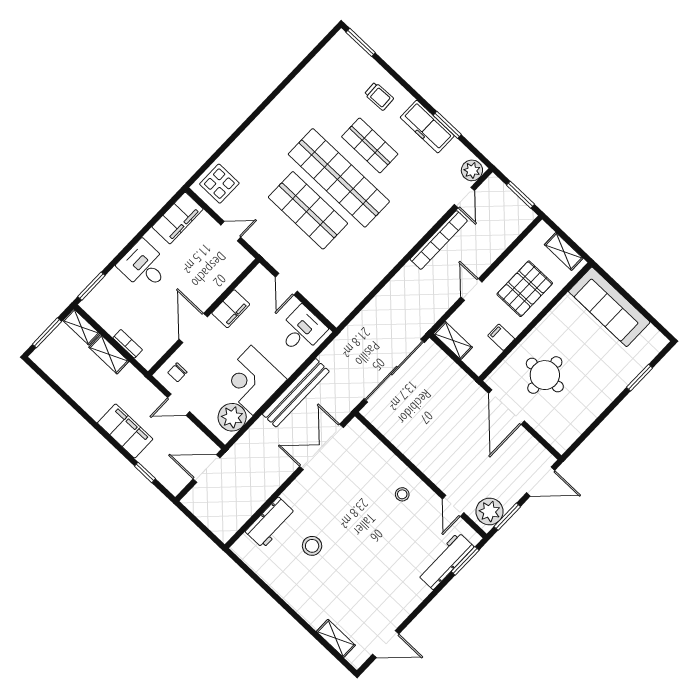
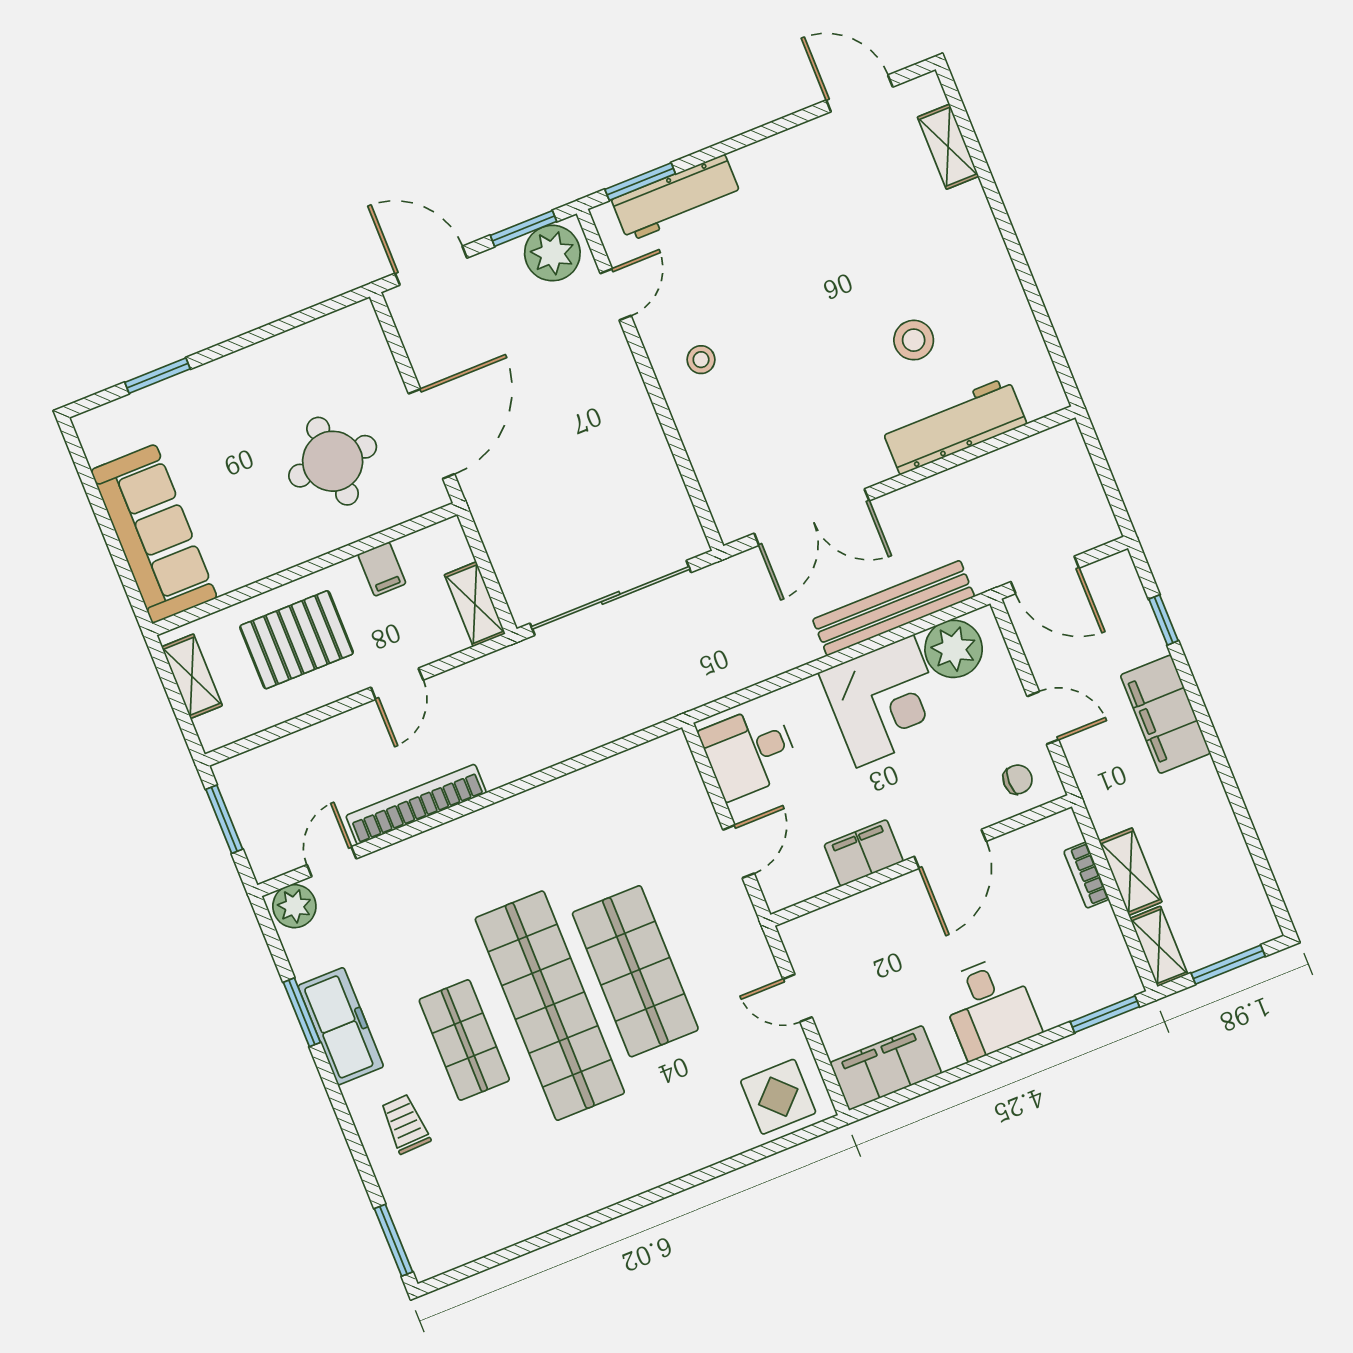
bench: (296, 393) -> (894, 608), moved
workbench: (271, 523) -> (954, 426), width x1.38

